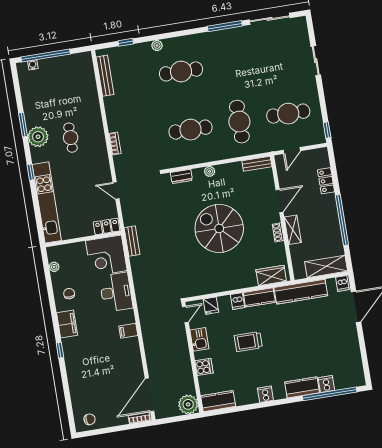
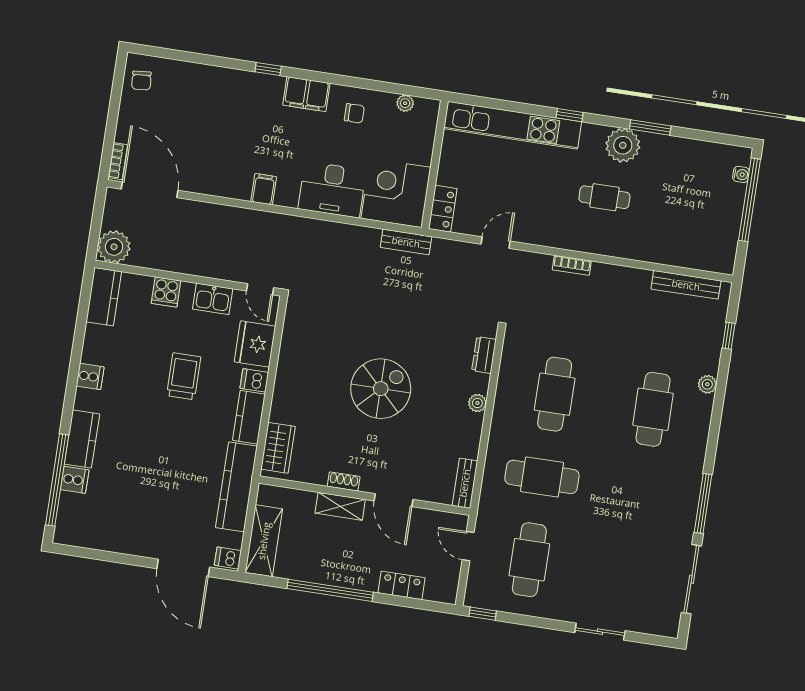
spiral stairs: (219, 228) -> (381, 389), width x0.73, depth x0.73
fridge: (211, 306) -> (255, 344), width x1.88, depth x1.34

